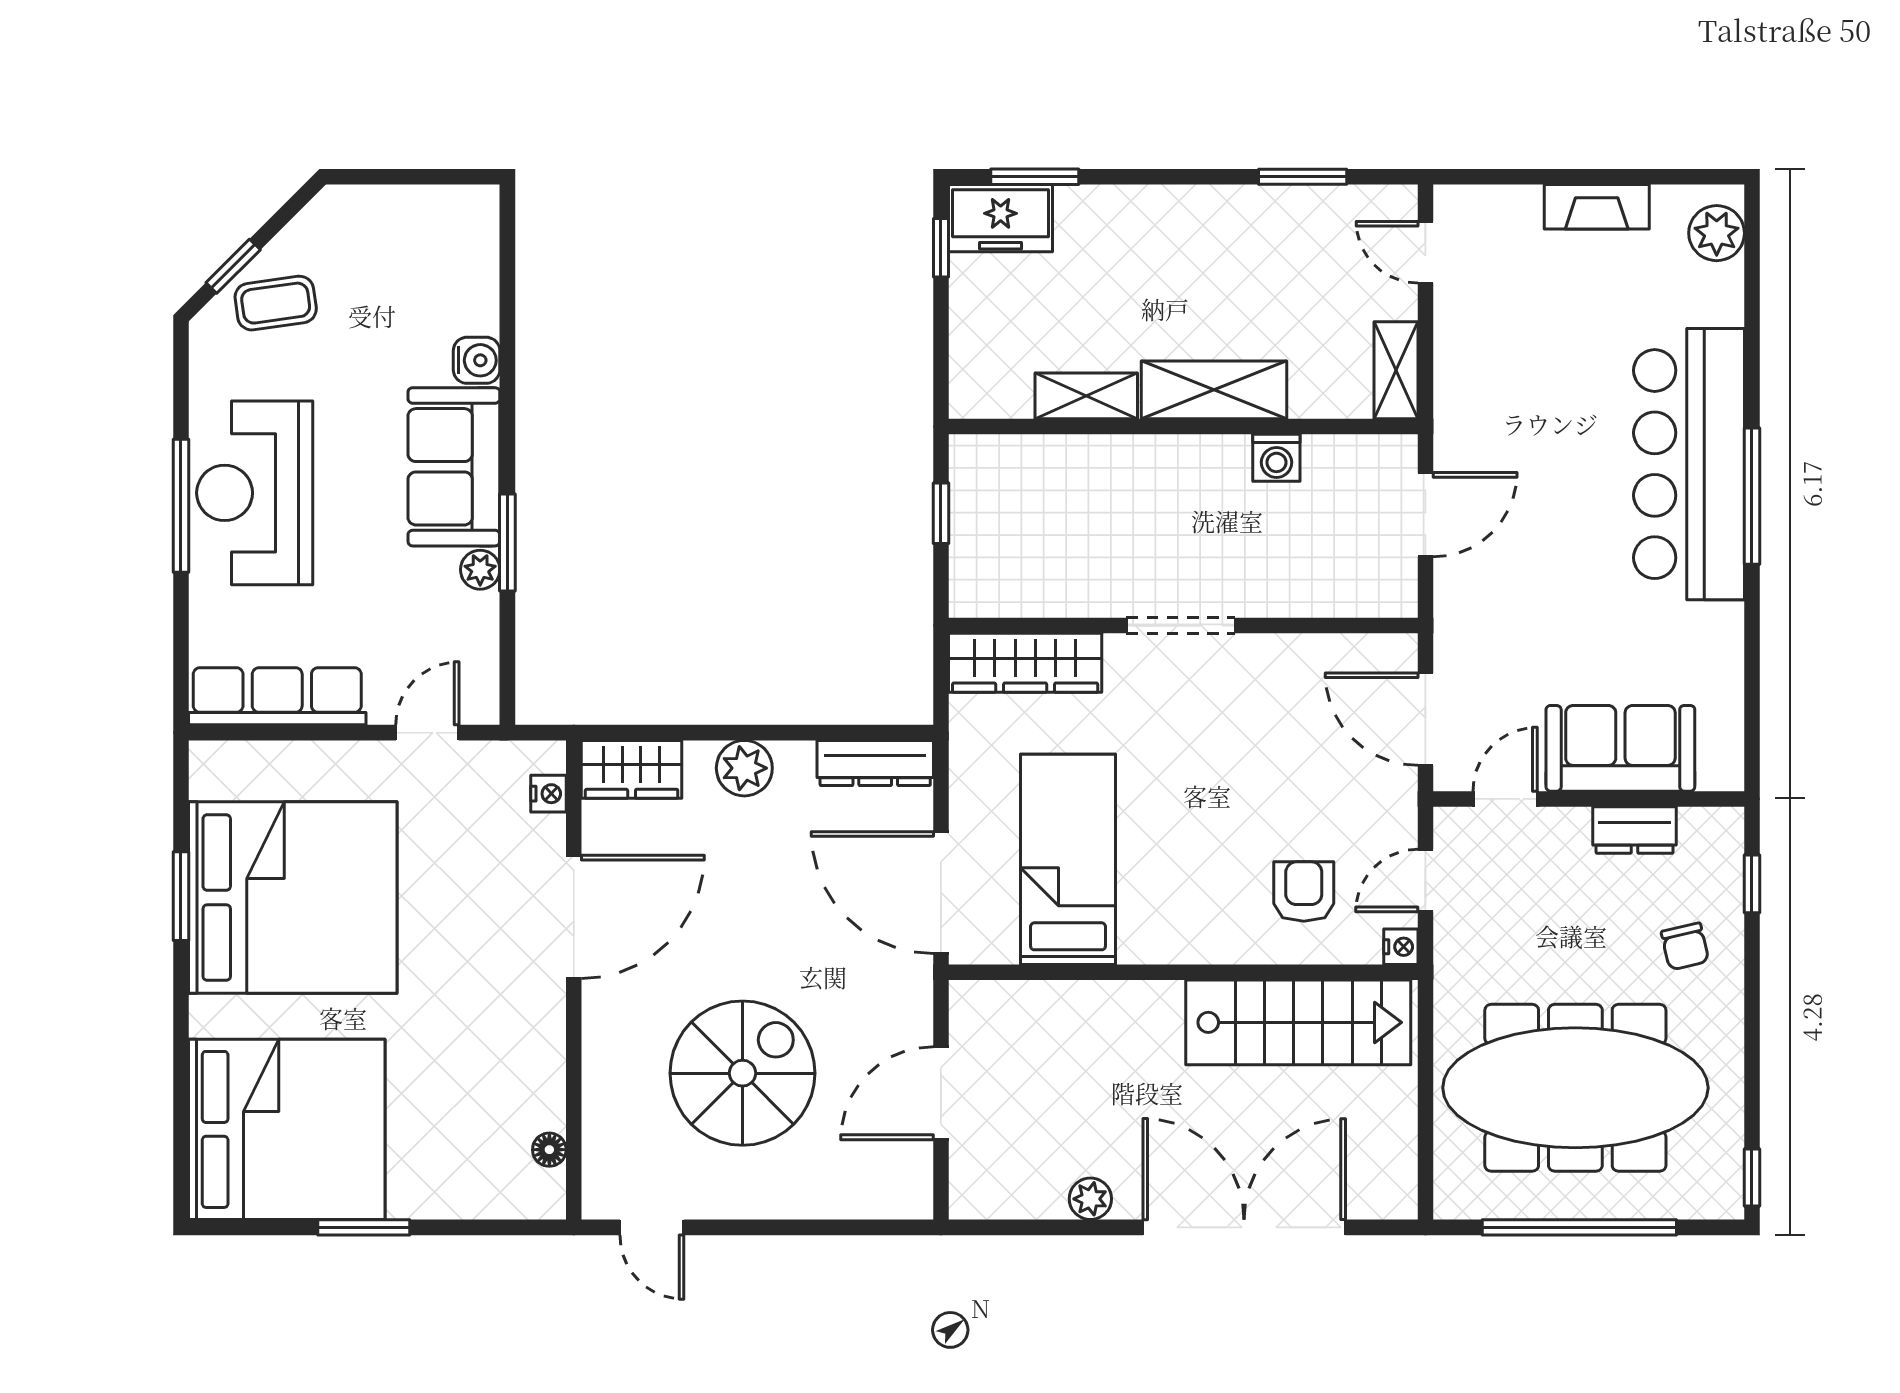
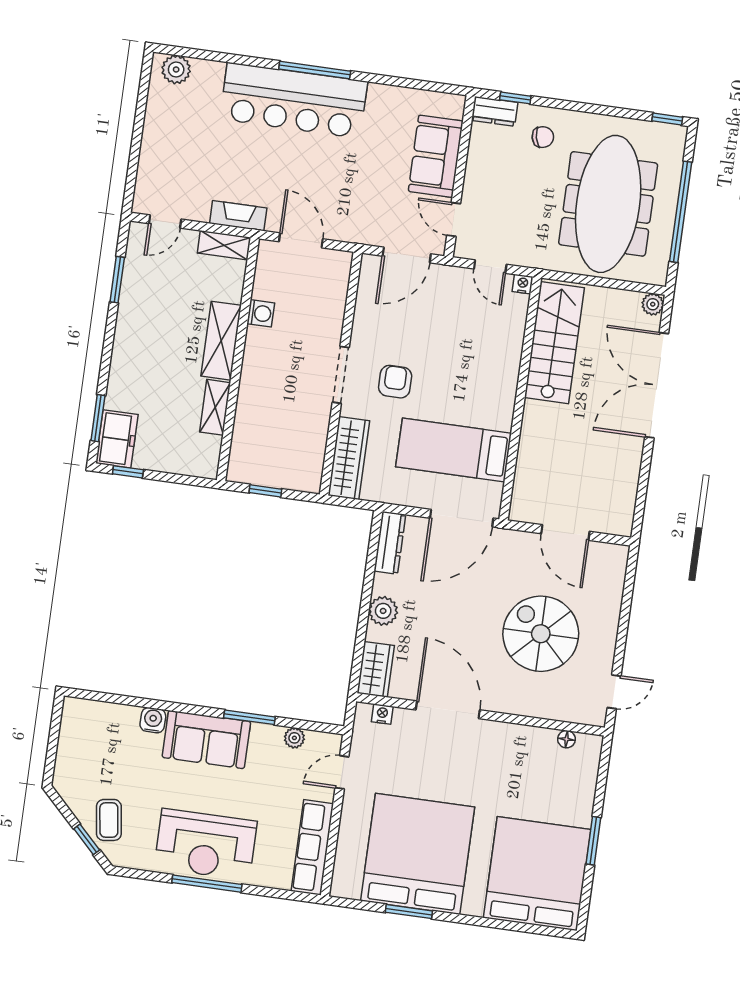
fireplace: (1597, 207) -> (238, 216), moved, turned -90
plant: (480, 570) -> (294, 738), moved
door: (427, 733) -> (342, 772), hinge flipped
dresser: (1635, 830) -> (495, 111), moved, turned 90
armchair: (1304, 892) -> (395, 382), moved, turned 90
plant: (1090, 1199) -> (653, 304), moved

